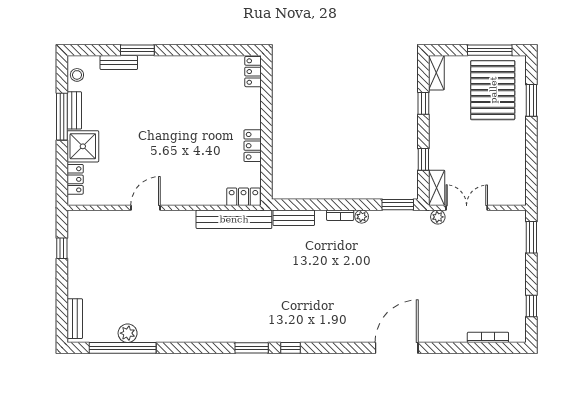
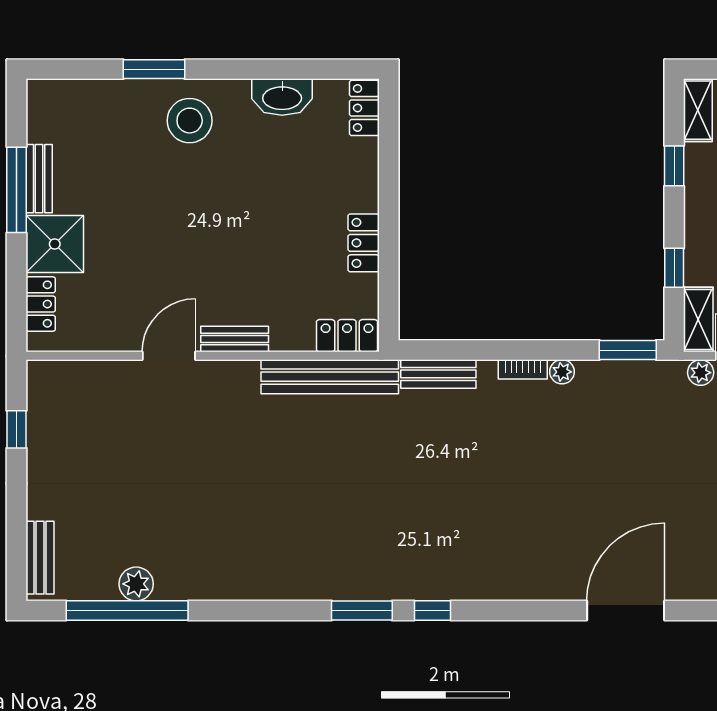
bench: (119, 63) -> (235, 339), moved
washbasin: (208, 66) -> (282, 97), added
stool: (77, 75) -> (190, 121), moved, width x1.89, depth x1.89

